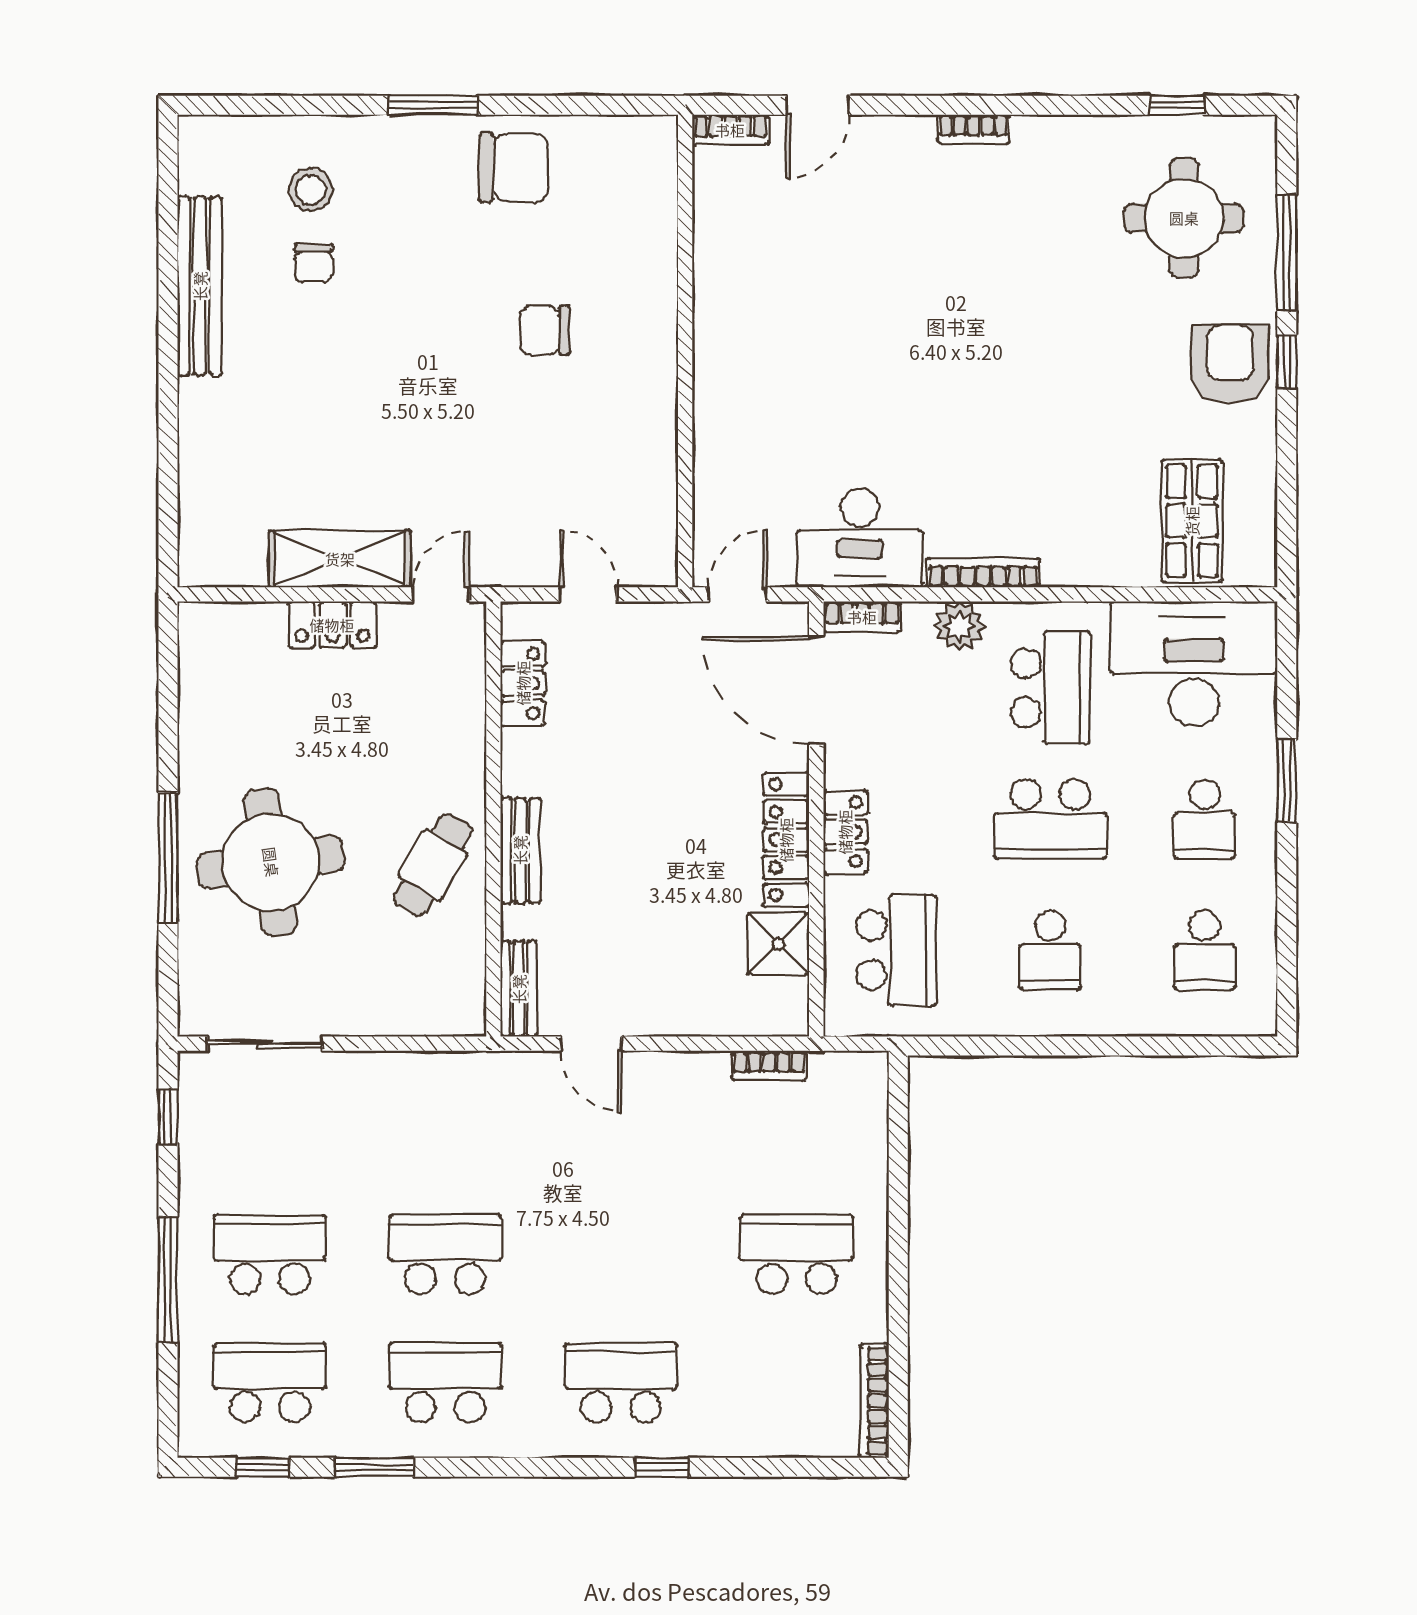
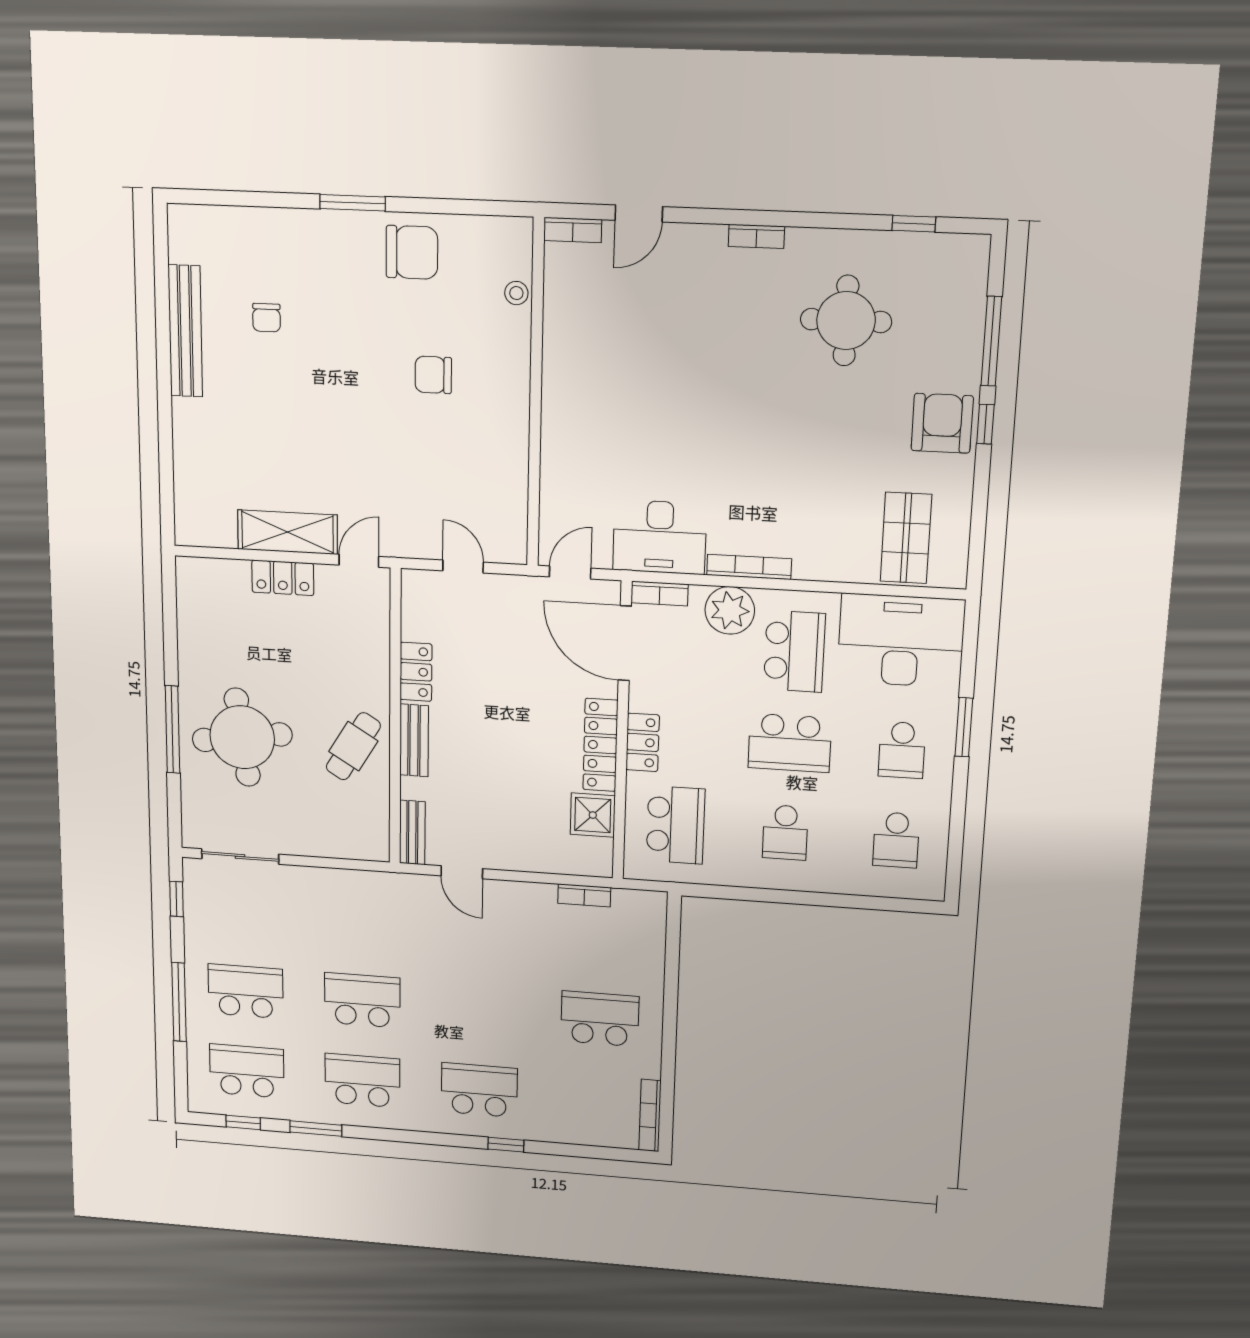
stool: (311, 190) -> (516, 293), moved, width x0.73, depth x0.73
round table: (1184, 218) -> (846, 321), moved
plant: (959, 626) -> (730, 610), width x1.36, depth x1.36
locker: (523, 683) -> (416, 672), moved

